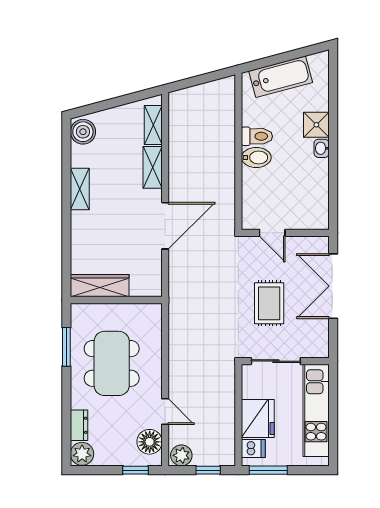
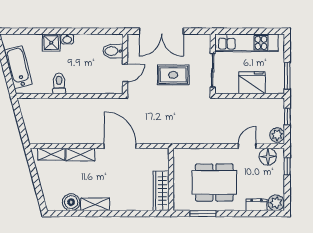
boiler: (83, 132) -> (71, 202), moved
bidet: (256, 157) -> (113, 51), moved, turned -90
dishwasher: (253, 448) -> (272, 86), removed

